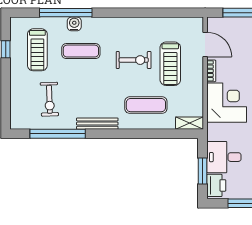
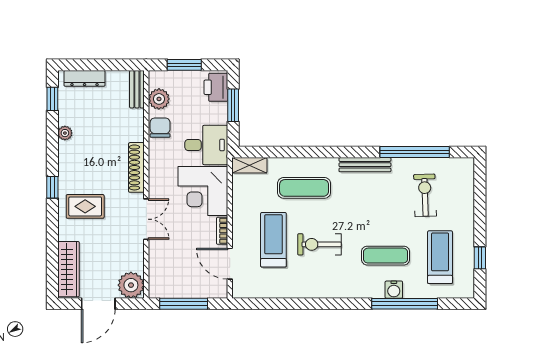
desk: (224, 157) -> (206, 145), moved

